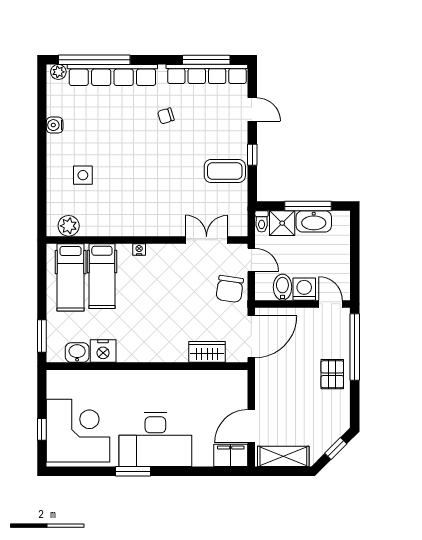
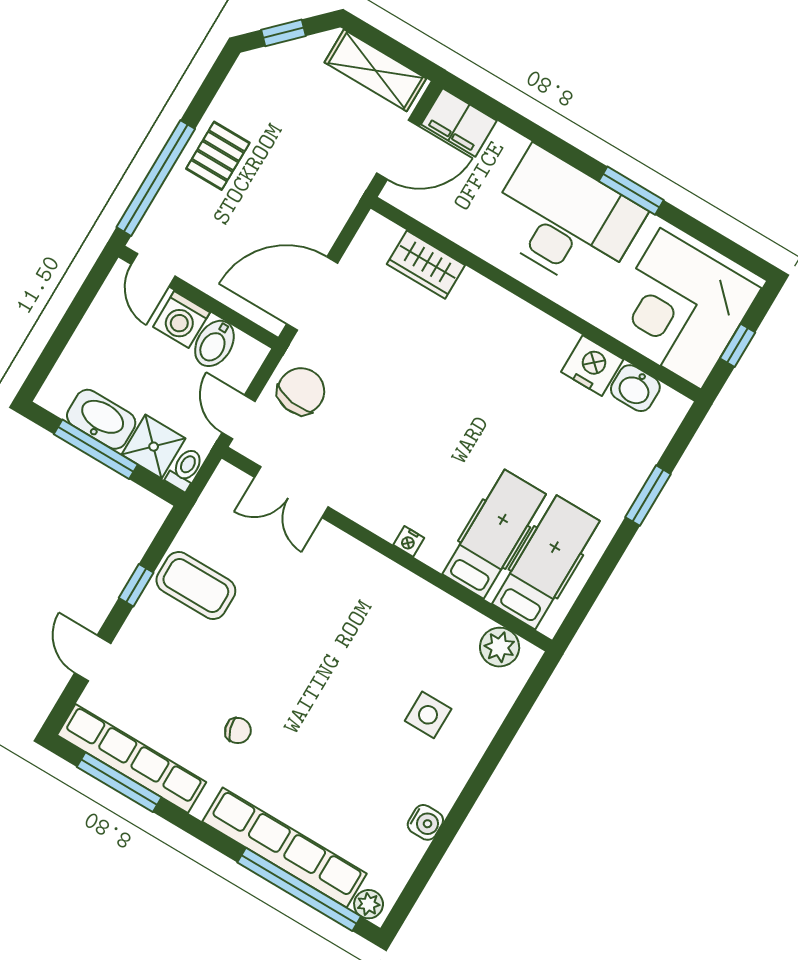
nightstand: (103, 351) -> (592, 366), moved
wardrobe: (207, 352) -> (426, 265), moved
washbasin: (77, 353) -> (635, 388), moved
wall: (147, 366) -> (536, 299), moved

